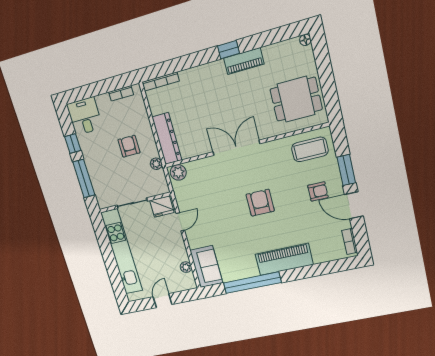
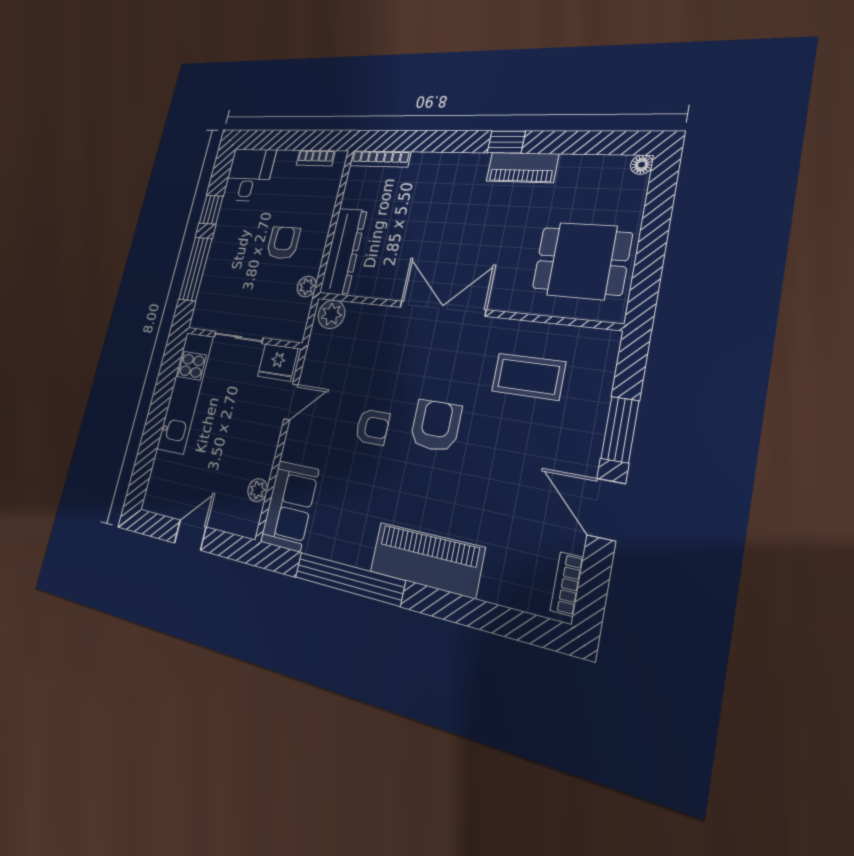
coffee table: (310, 149) -> (528, 377), moved
armchair: (318, 191) -> (372, 427), moved
kitchen unit: (122, 252) -> (185, 393), width x0.73

